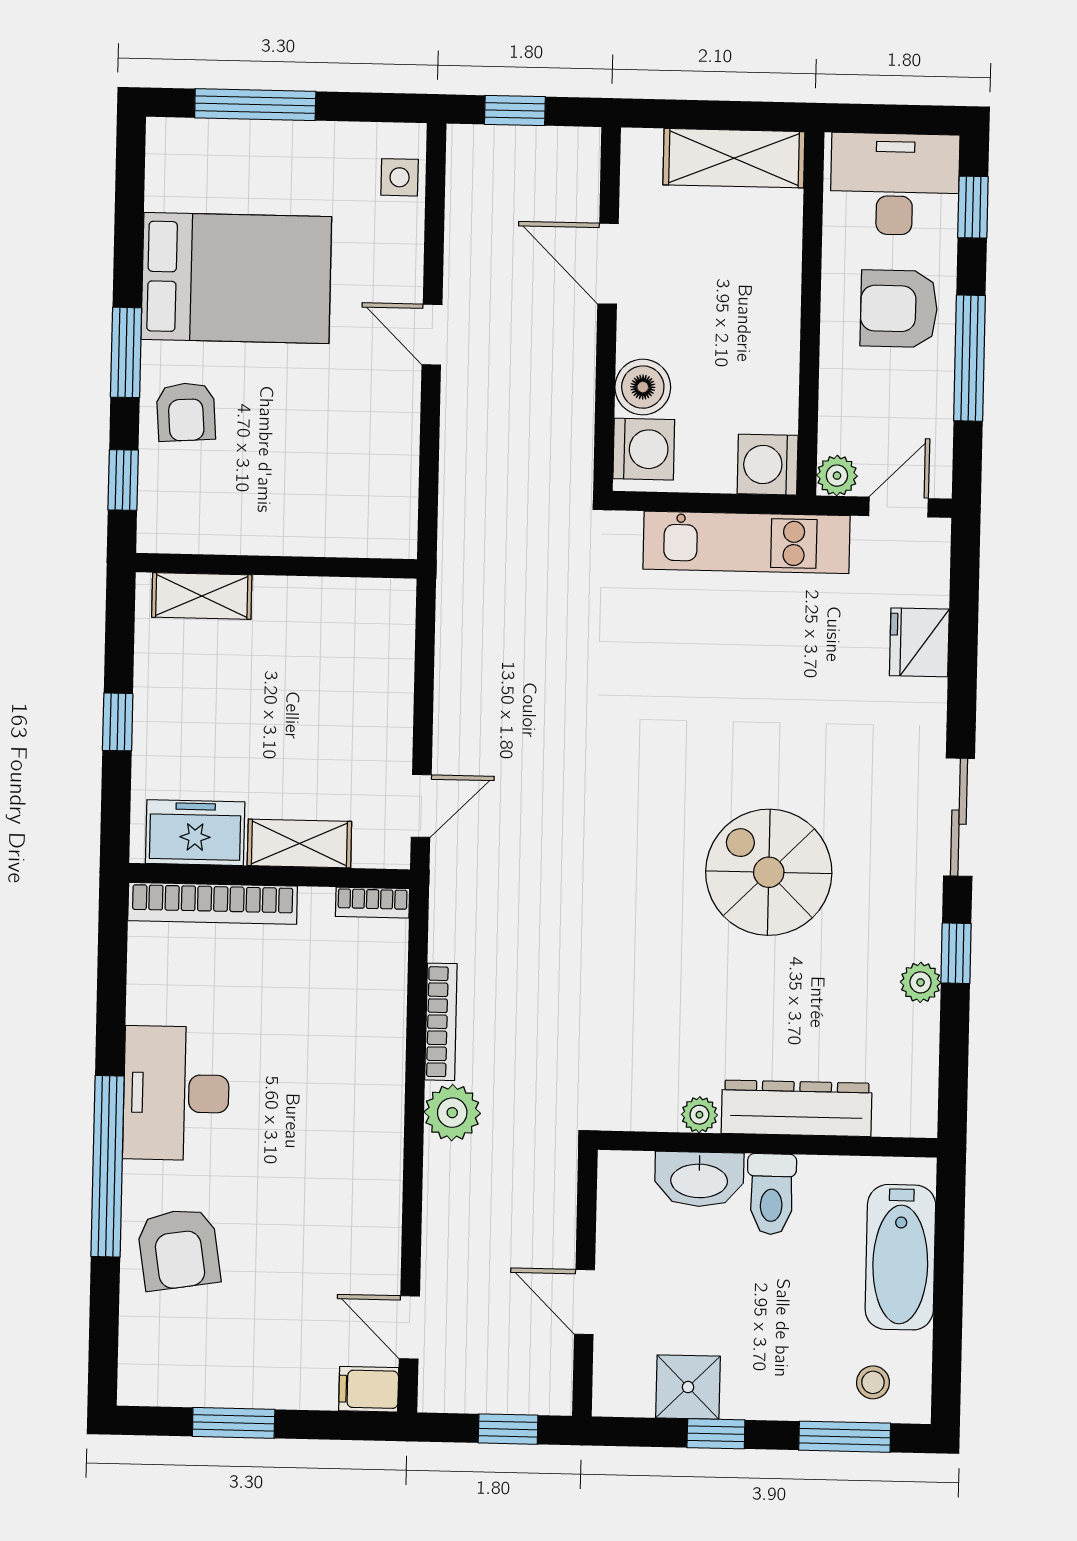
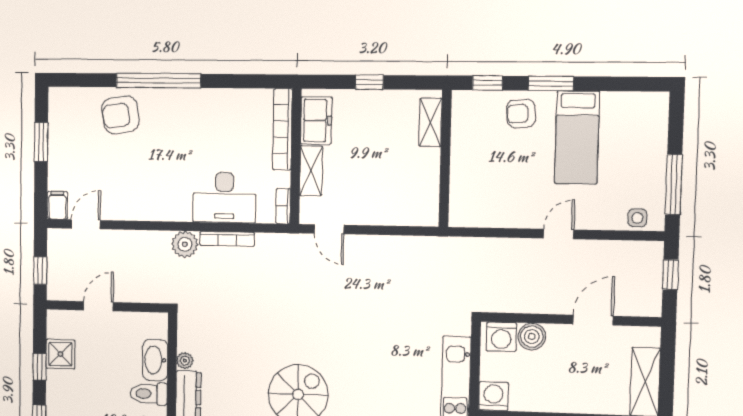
window: (255, 105) -> (674, 185), moved
bed: (236, 278) -> (577, 137), width x0.67
desk: (176, 1093) -> (224, 198), moved, turned 180

